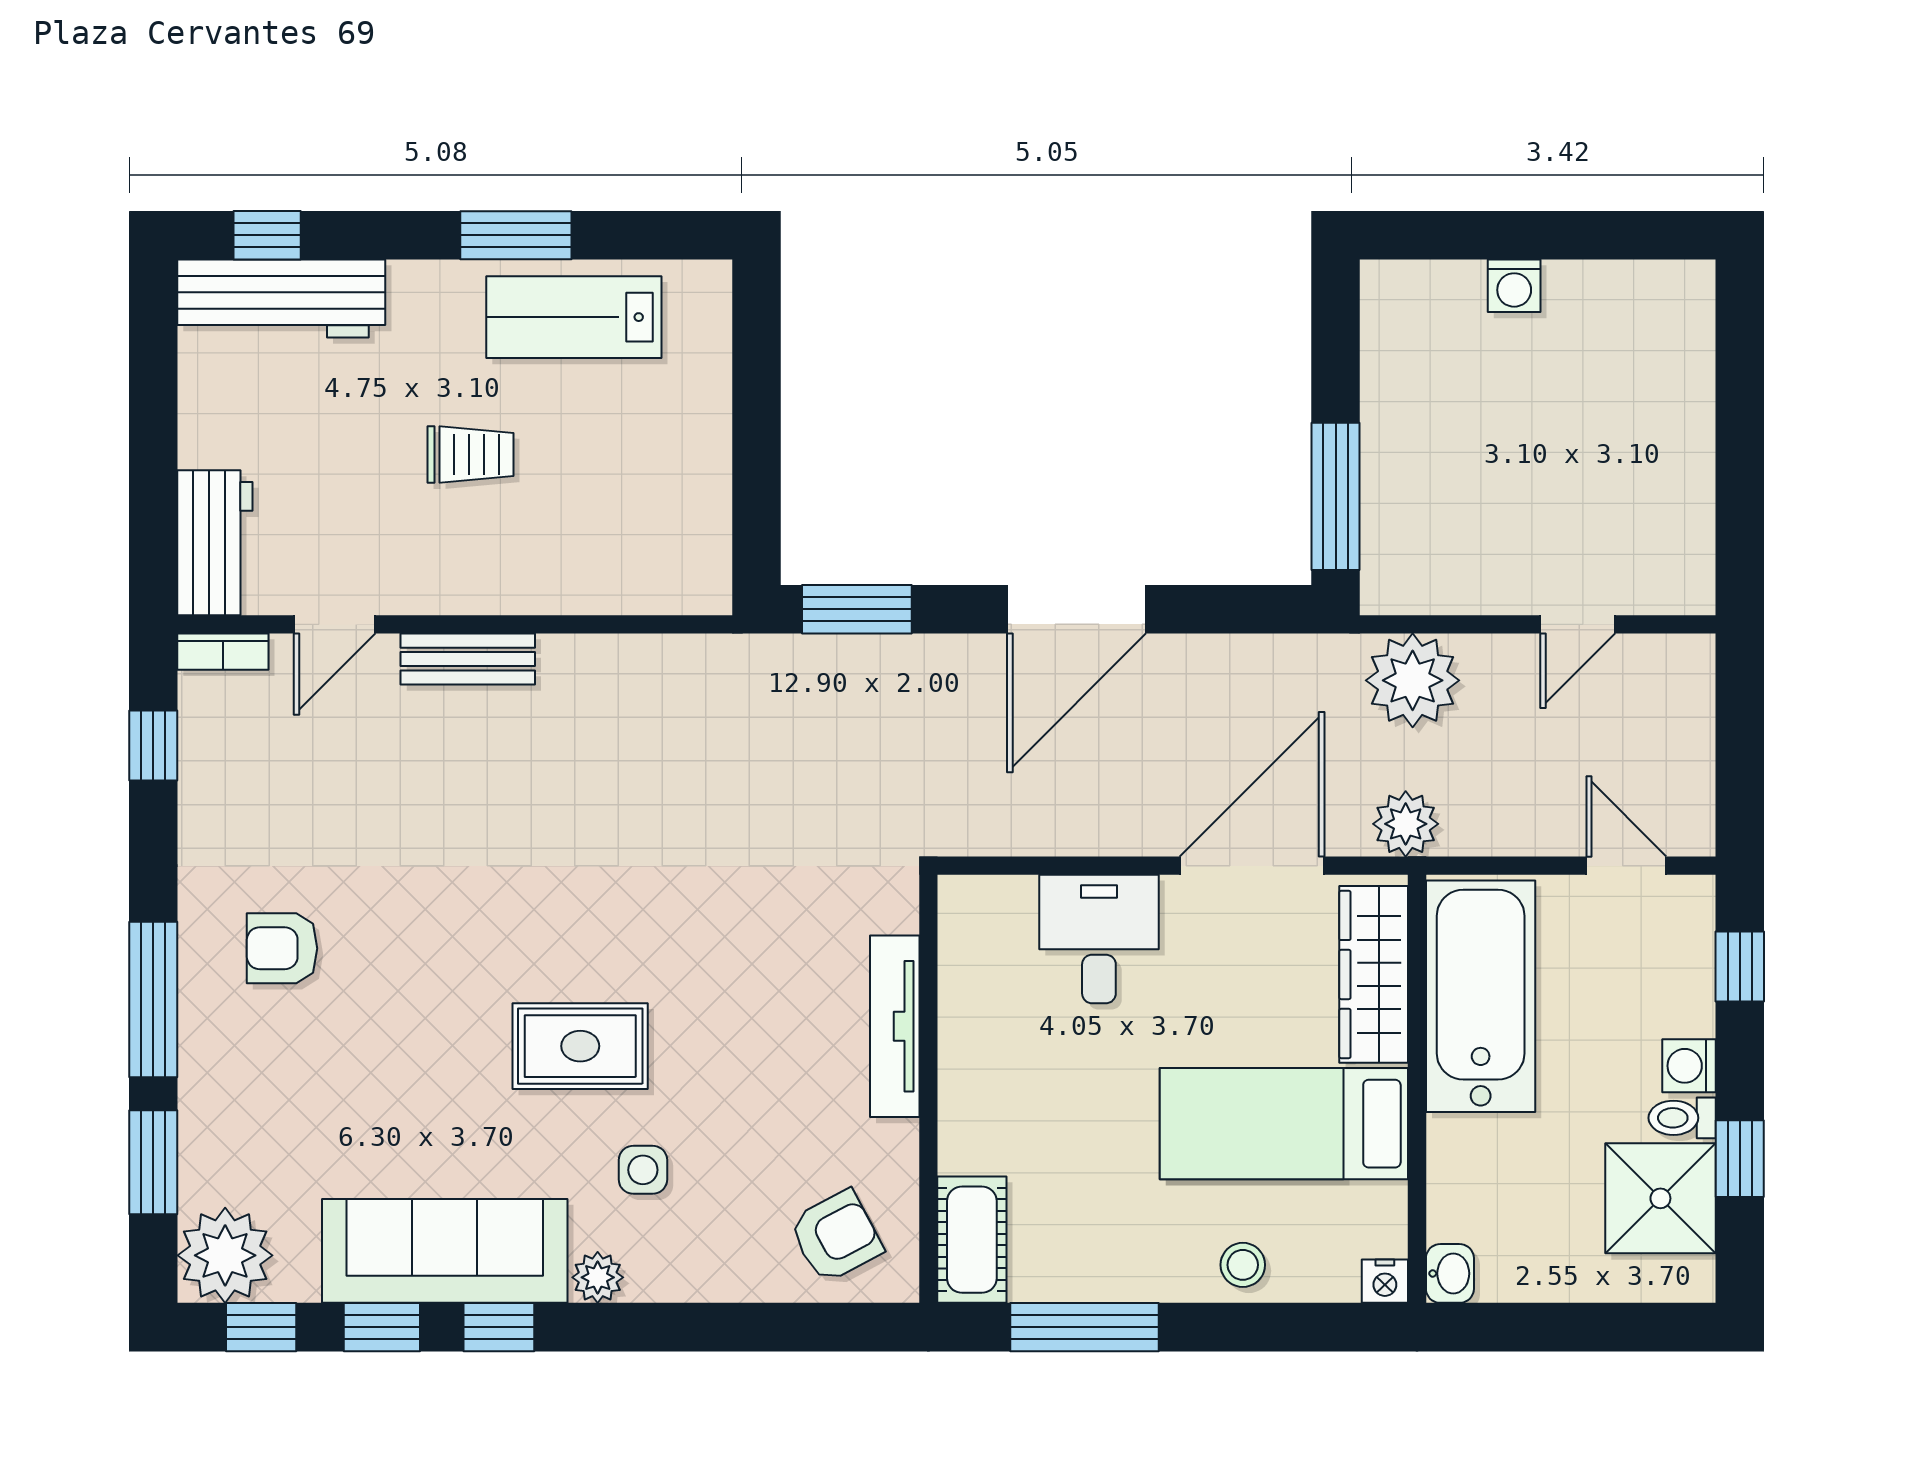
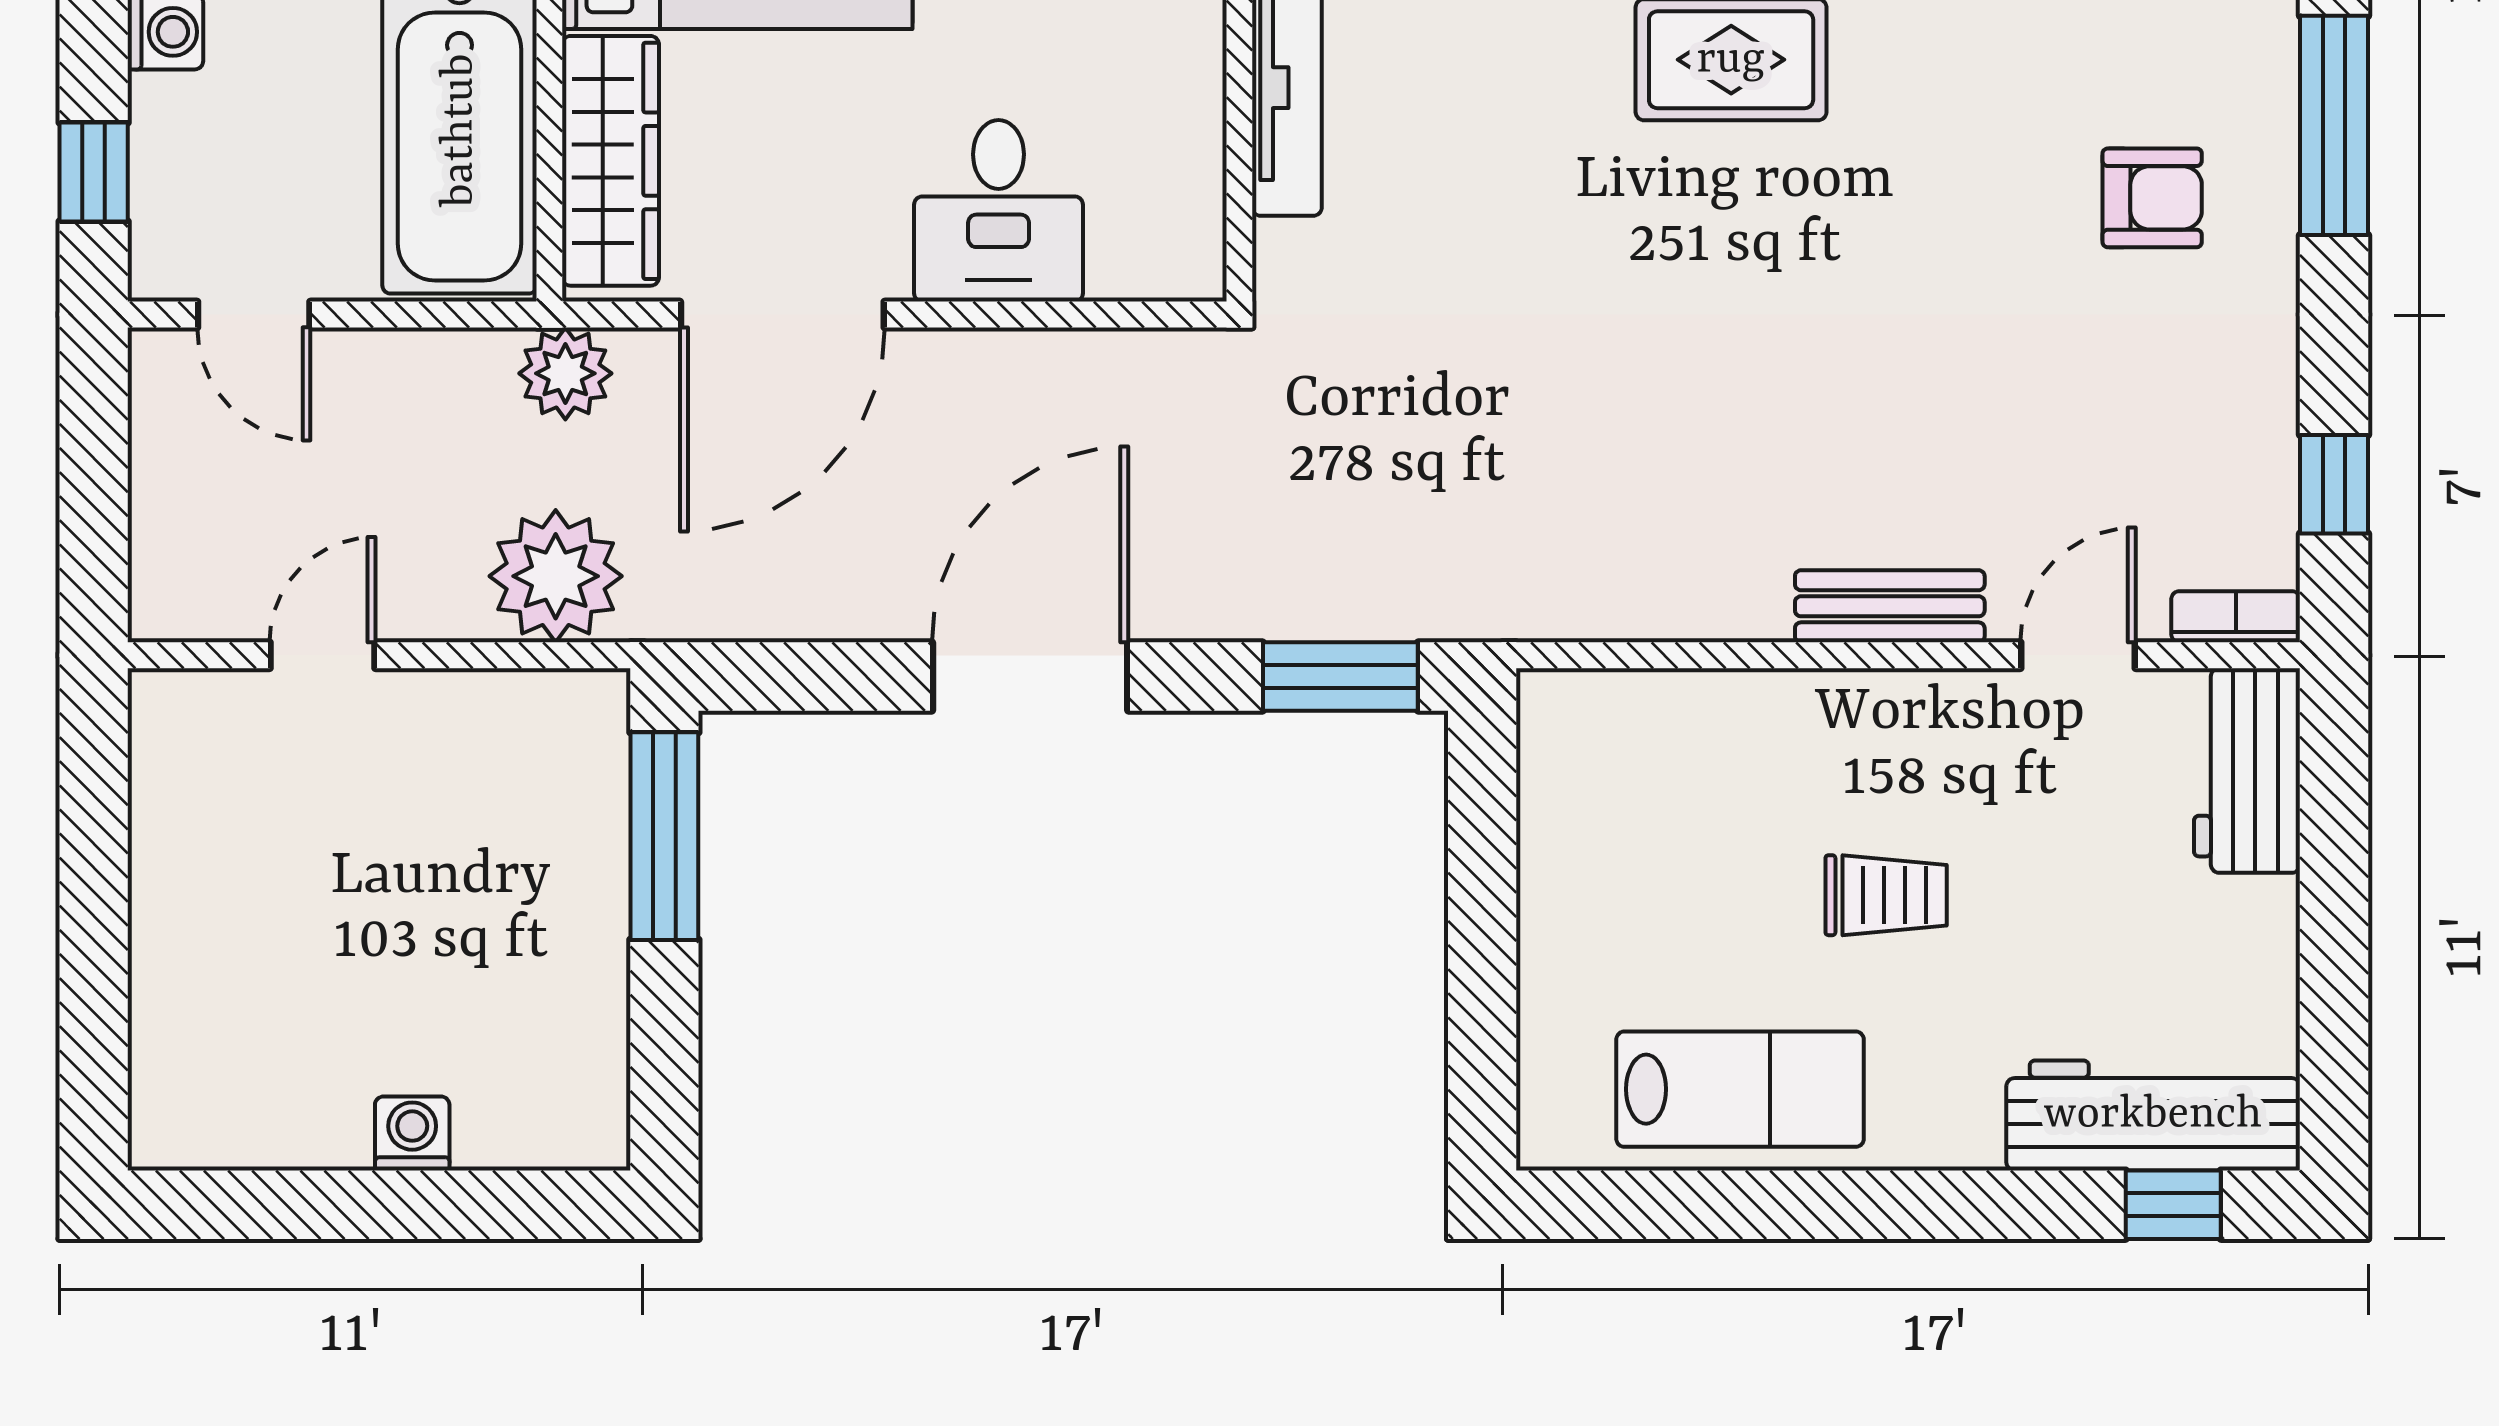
window: (516, 235) -> (1822, 1205), removed
trolley: (470, 454) -> (1886, 895), turned 180

